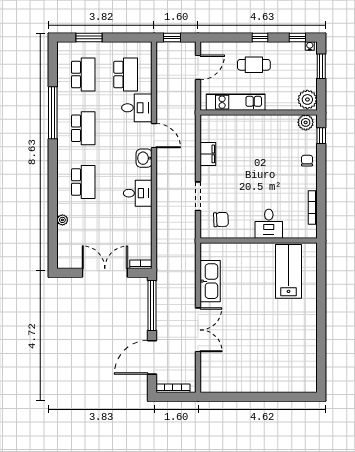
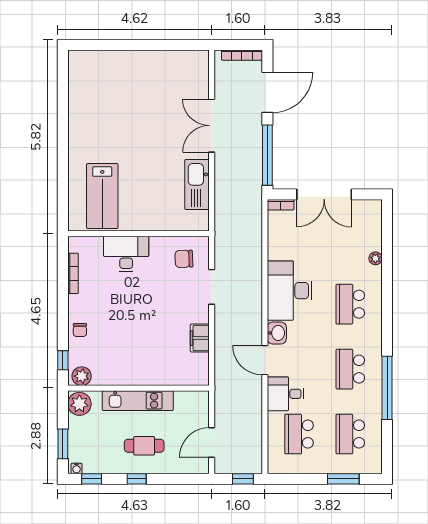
kitchen unit: (236, 102) -> (138, 401), moved
desk: (138, 193) -> (290, 291), width x1.87, depth x1.30
desk: (269, 224) -> (126, 254), width x1.37

